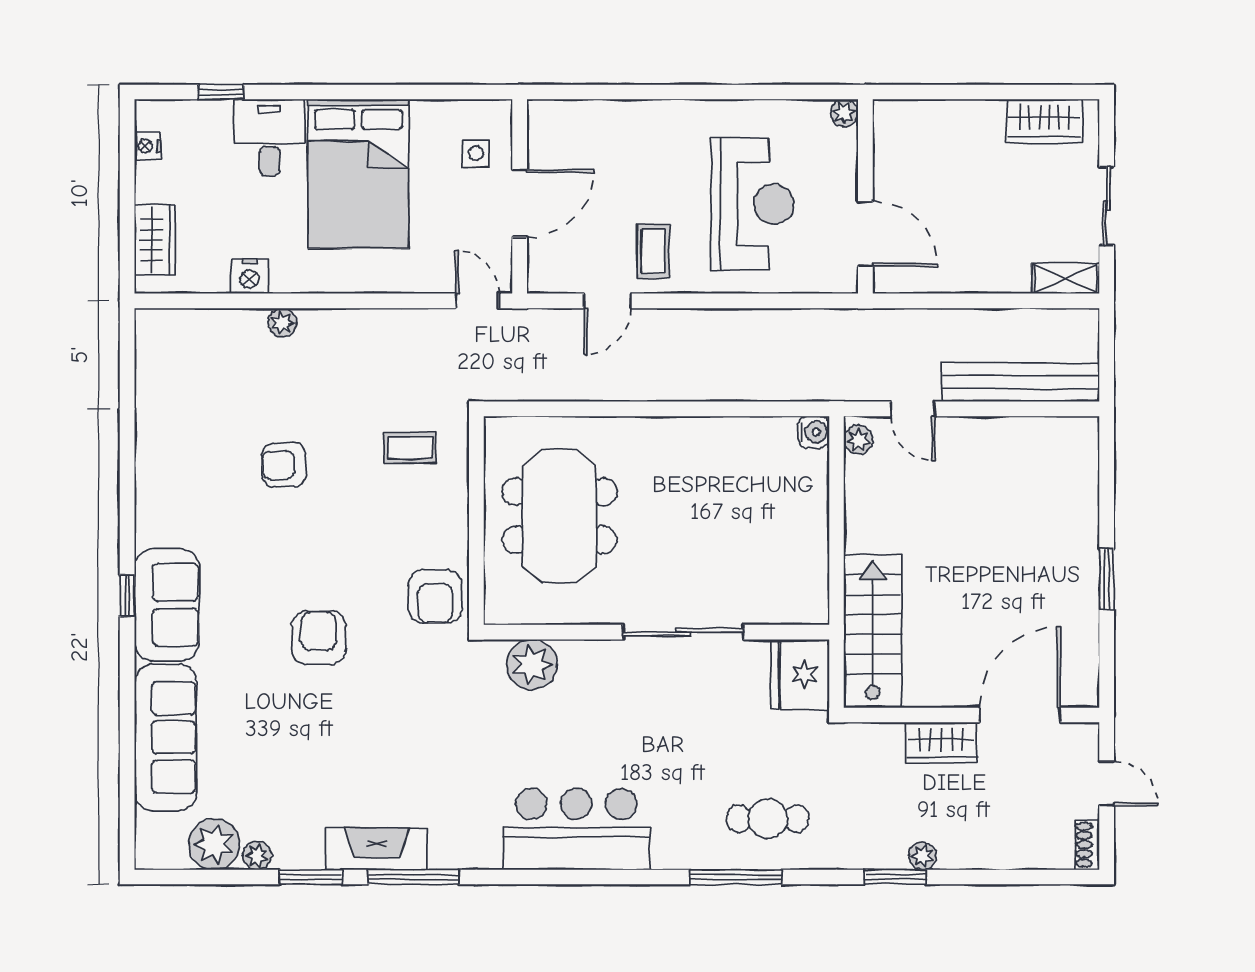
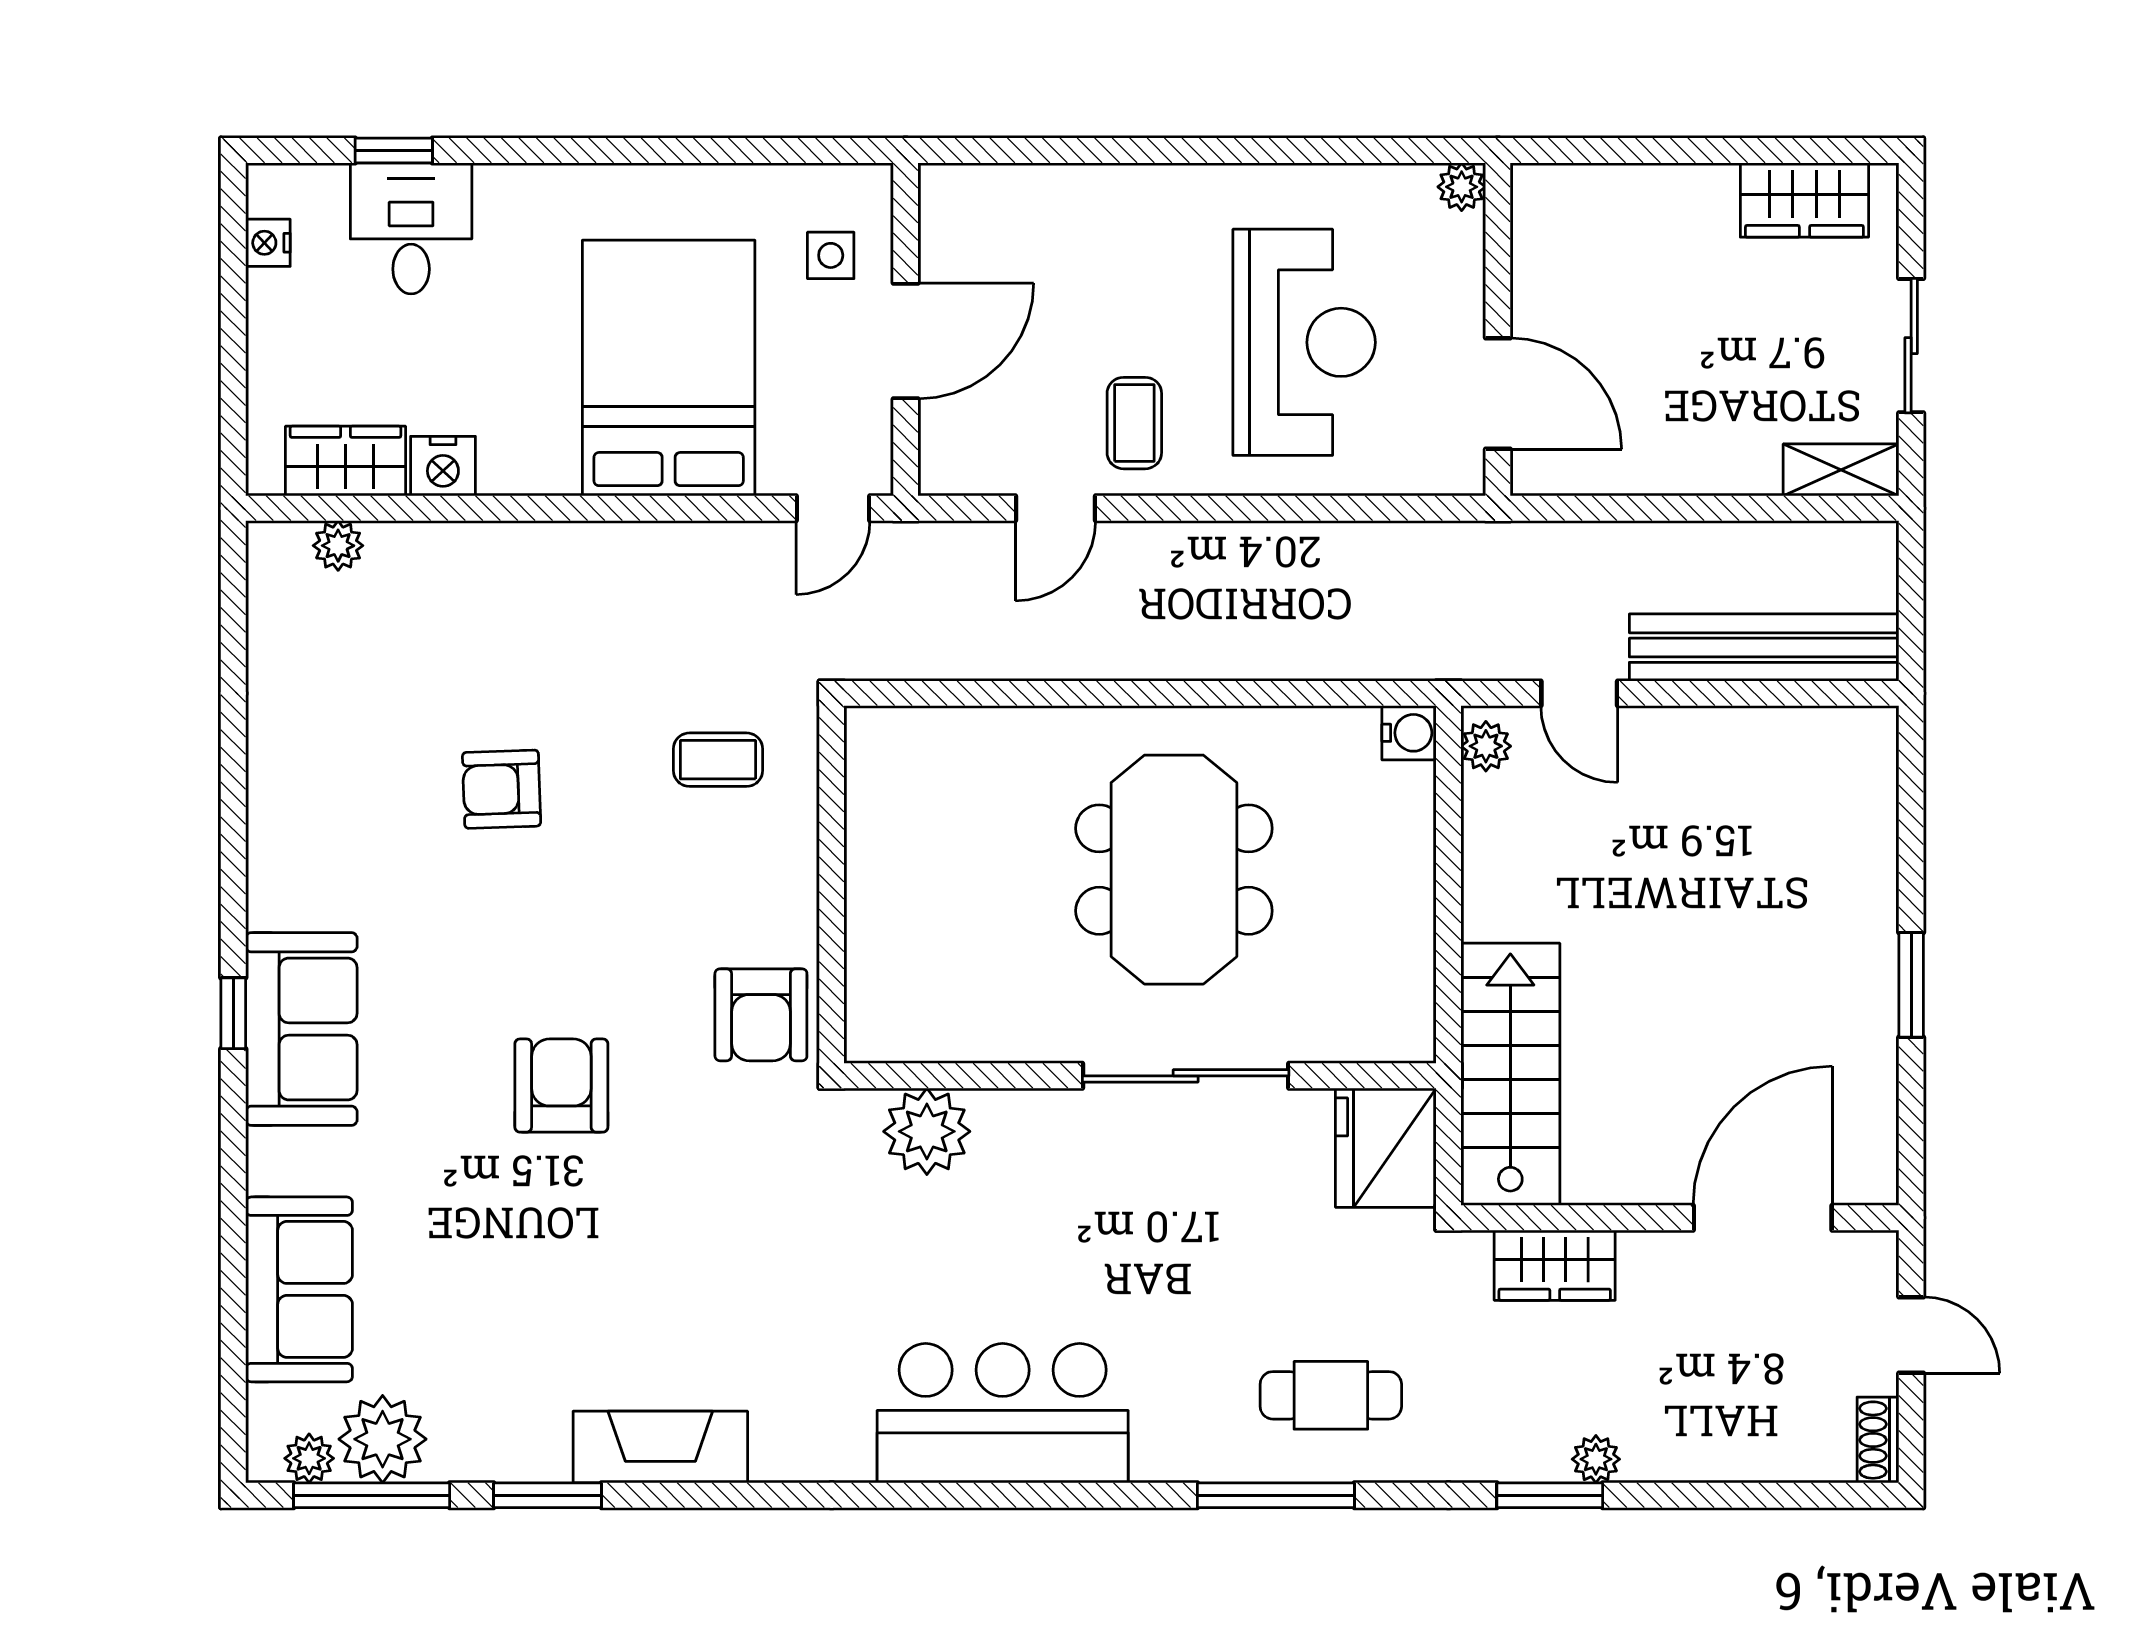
desk: (270, 137) -> (411, 228), moved
bed: (358, 174) -> (669, 368), moved, turned 180
wardrobe: (155, 240) -> (346, 461), moved, turned -90
door: (477, 301) -> (833, 508), swing flipped
plant: (282, 323) -> (338, 546), moved
meeting table: (559, 516) -> (1174, 870), moved
sofa: (166, 737) -> (299, 1289), width x0.73
wardrobe: (941, 743) -> (1555, 1265), moved
plant: (257, 855) -> (309, 1458), moved
window: (413, 877) -> (372, 1495), moved

